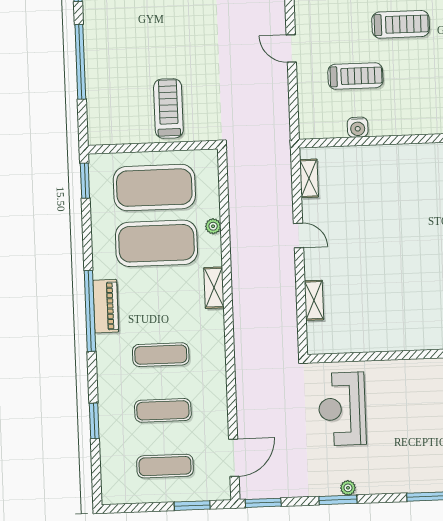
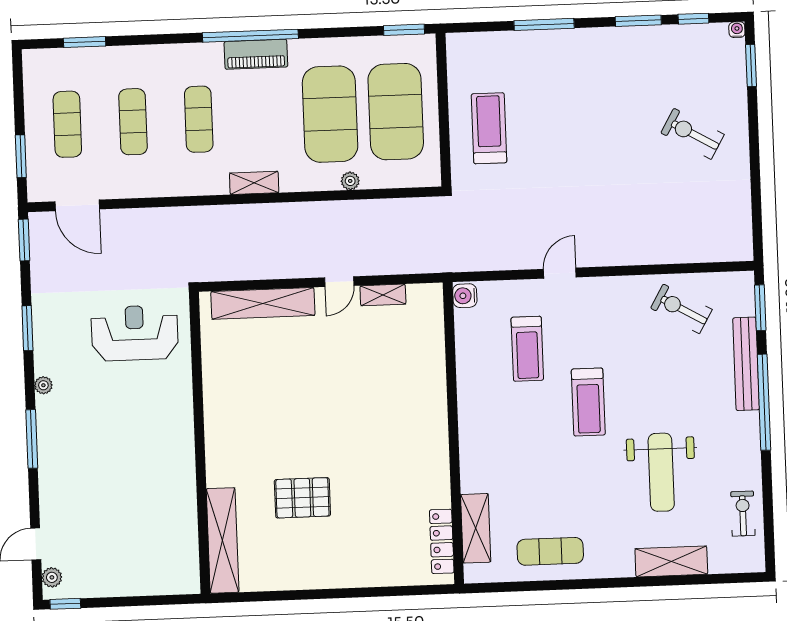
window: (80, 62) -> (544, 24), width x0.68
treadmill: (168, 108) -> (489, 128), turned -90
water cooler: (358, 127) -> (465, 296), moved
shelving: (309, 178) -> (383, 295), moved
shelving: (214, 288) -> (254, 183), moved
shelving: (314, 300) -> (263, 303), width x2.20, depth x1.33
window: (94, 421) -> (85, 42), moved
plant: (348, 488) -> (43, 385), moved

